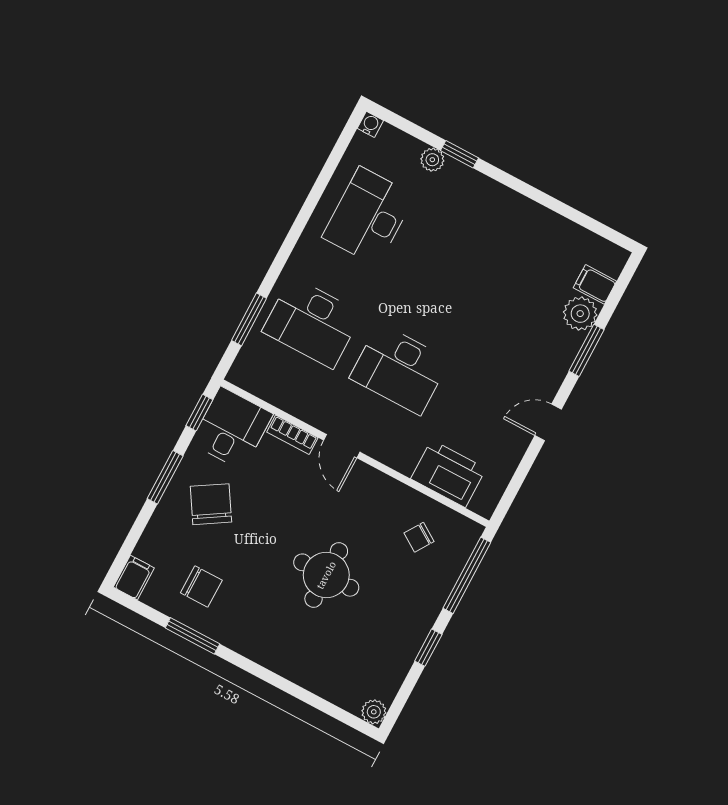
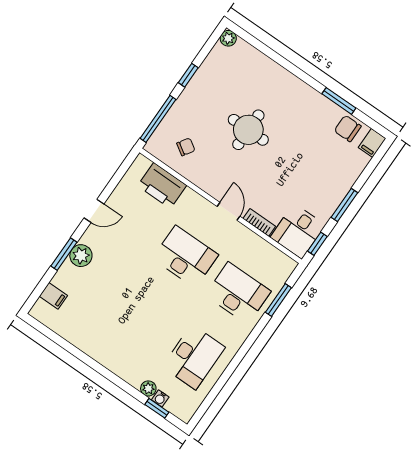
water cooler: (370, 124) -> (160, 398), moved
window: (460, 154) -> (157, 408), moved
plant: (580, 314) -> (81, 256), moved
chair: (211, 504) -> (317, 184), removed
chair: (201, 587) -> (348, 128), moved

